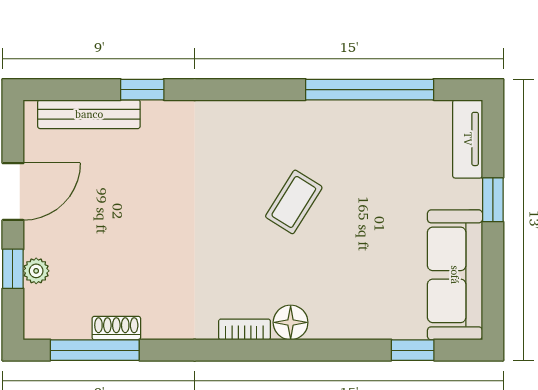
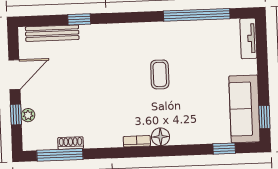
window: (493, 200) -> (264, 117), moved
coffee table: (294, 202) -> (160, 74), turned -32

